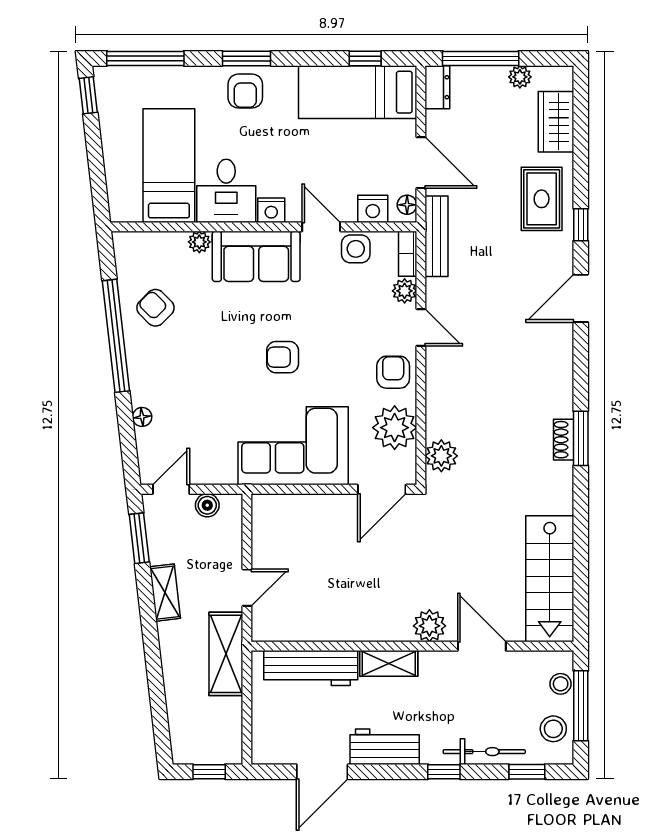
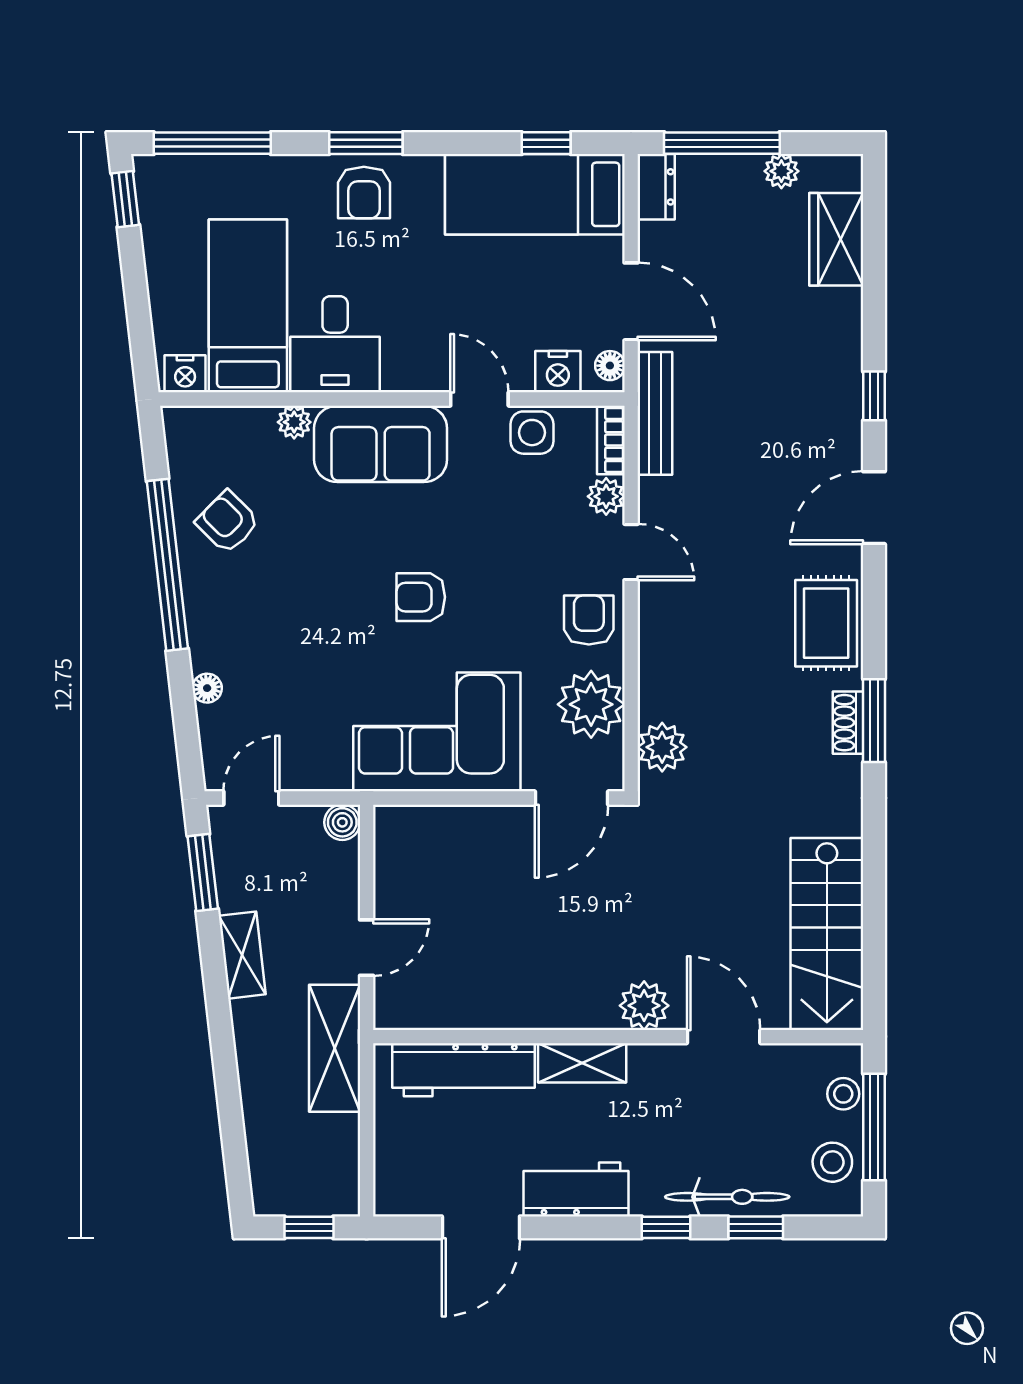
rug: (542, 199) -> (826, 623), moved
nightstand: (271, 210) -> (185, 374), moved
boiler: (207, 505) -> (342, 822), moved
window: (527, 772) -> (756, 1227), moved

